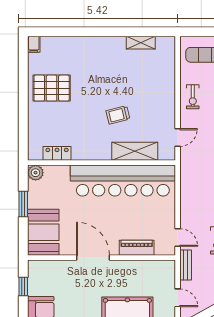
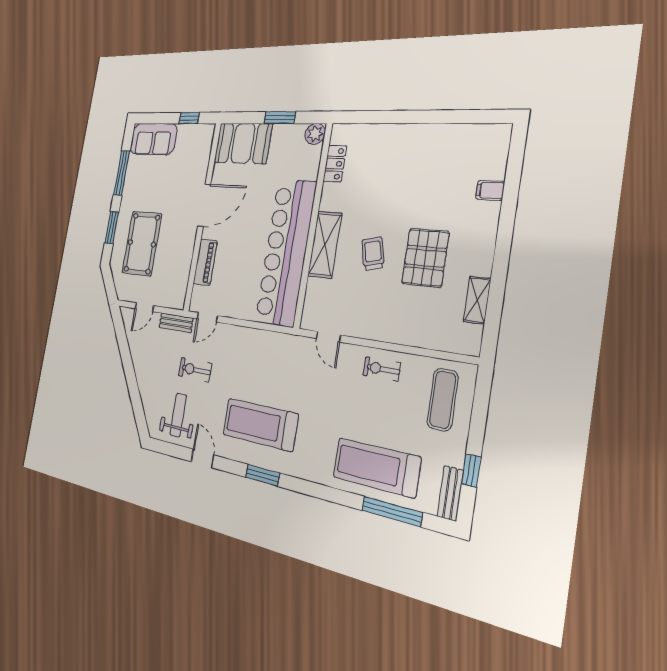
filing cabinet: (34, 44) -> (490, 190), moved
pallet: (52, 88) -> (425, 258), moved
shelving: (135, 151) -> (325, 245), moved

